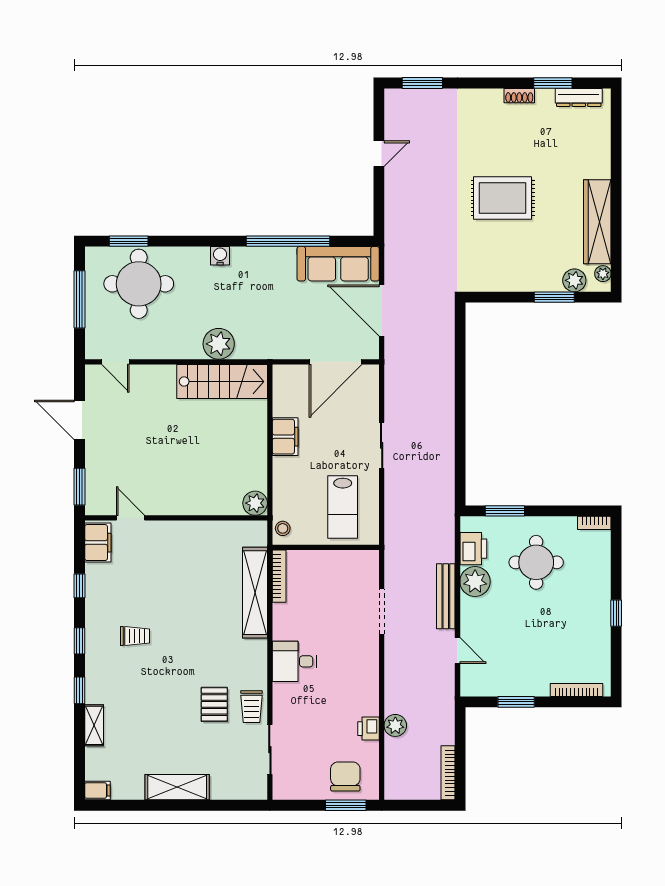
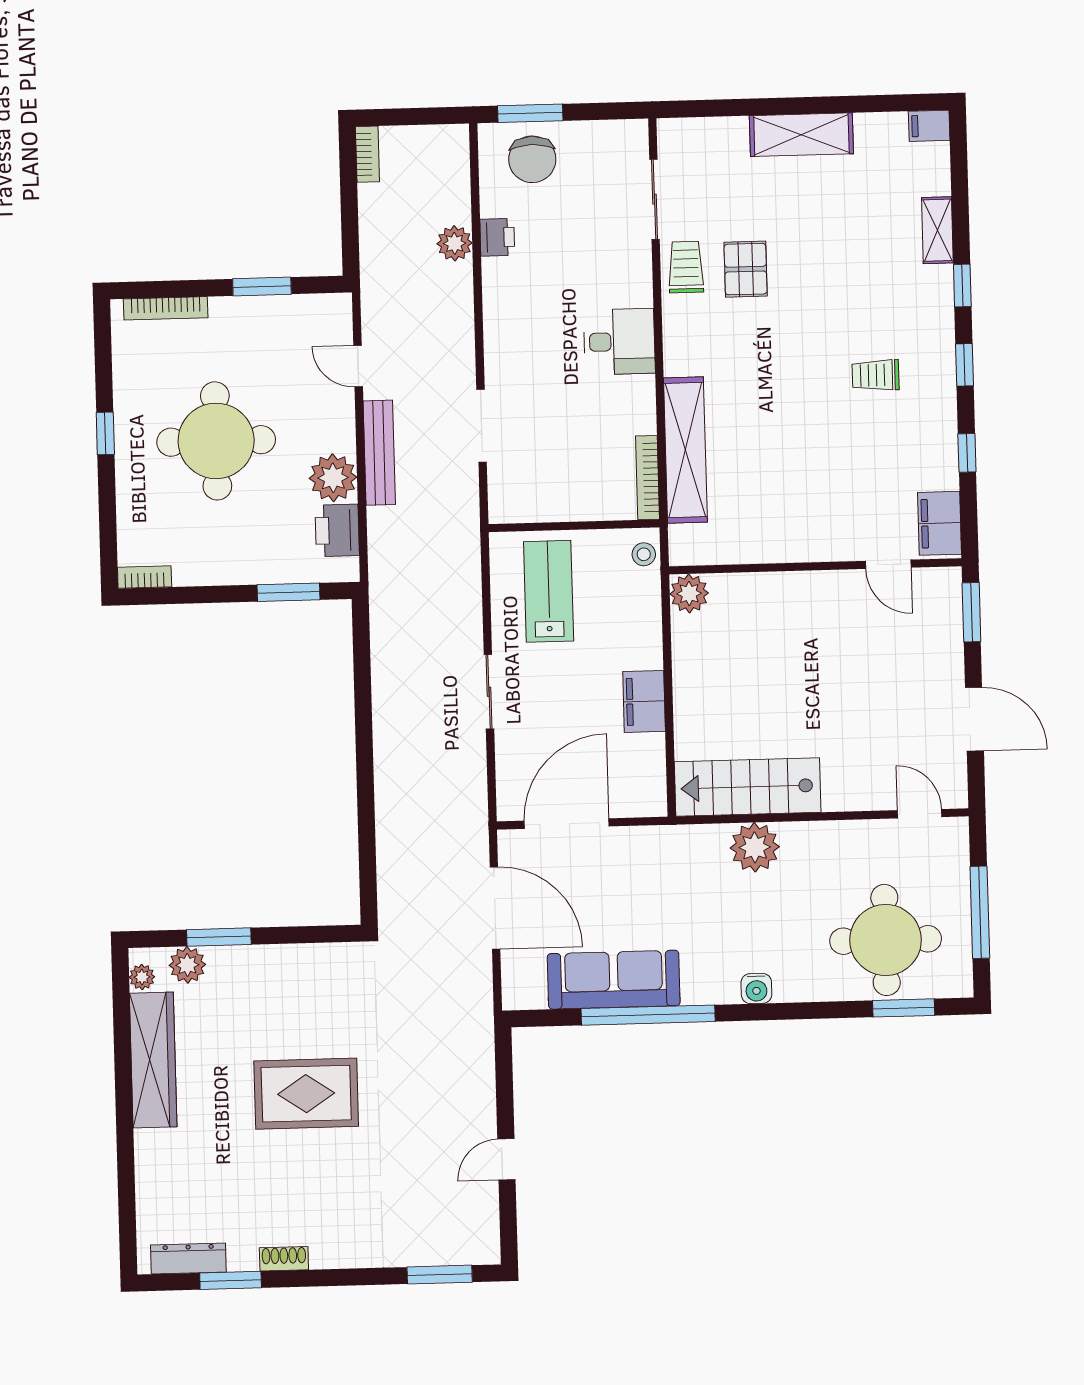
sofa: (338, 264) -> (614, 980), moved
round table: (536, 562) -> (216, 441), moved, width x1.36, depth x1.36
bookcase: (448, 773) -> (367, 154), width x0.64

